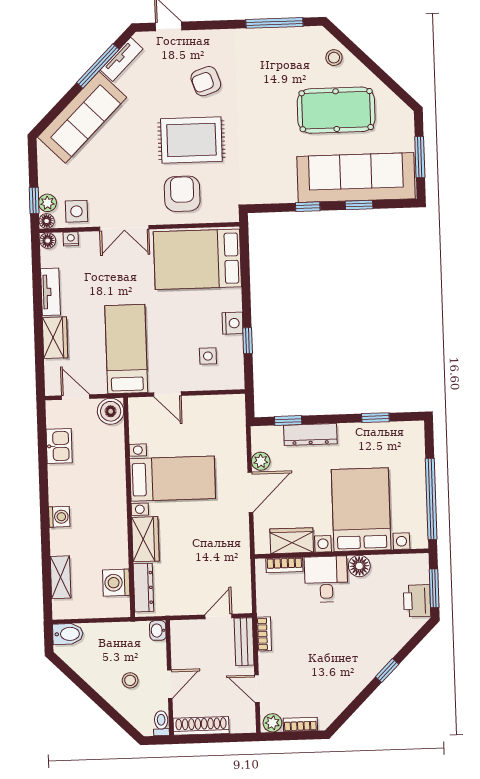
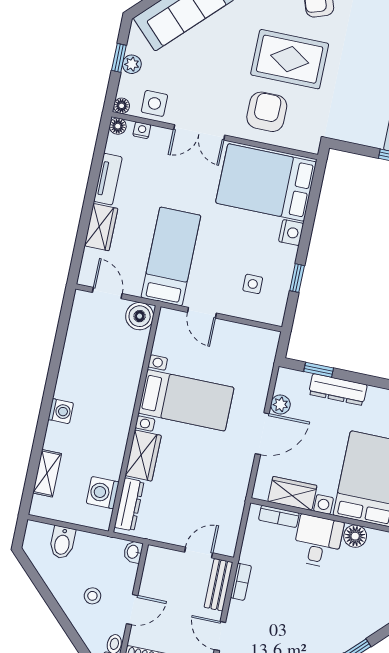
window: (34, 200) -> (119, 58), moved
plant: (47, 203) -> (132, 64), moved
nightstand: (233, 323) -> (291, 233), moved
kitchen sink: (59, 446) -> (78, 339), removed
bidet: (68, 634) -> (62, 543), moved, turned 90

